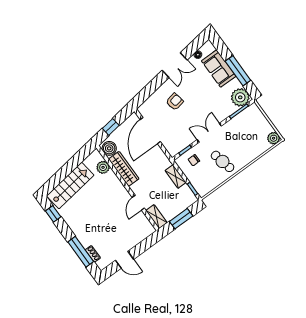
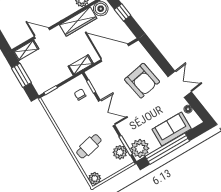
double door: (175, 65) -> (180, 84), swing flipped
window: (238, 71) -> (167, 149), width x1.46
armchair: (175, 102) -> (142, 81), width x1.88, depth x1.88
plant: (246, 116) -> (120, 152), added
cafe table: (223, 161) -> (89, 146), moved
shelving: (176, 177) -> (81, 65), moved

